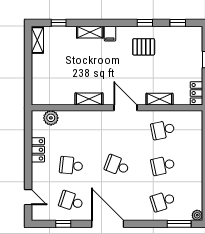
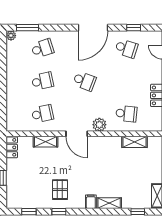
pallet: (144, 47) -> (60, 190), turned 90
shelving: (89, 99) -> (134, 142), moved
plant: (51, 118) -> (99, 125), moved
school desk: (71, 166) -> (126, 114), moved
door: (108, 224) -> (93, 28), hinge flipped

